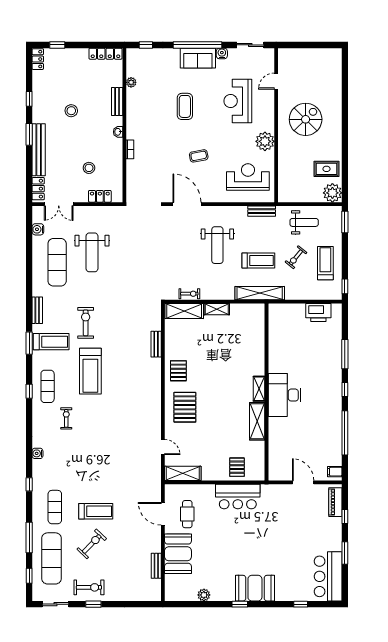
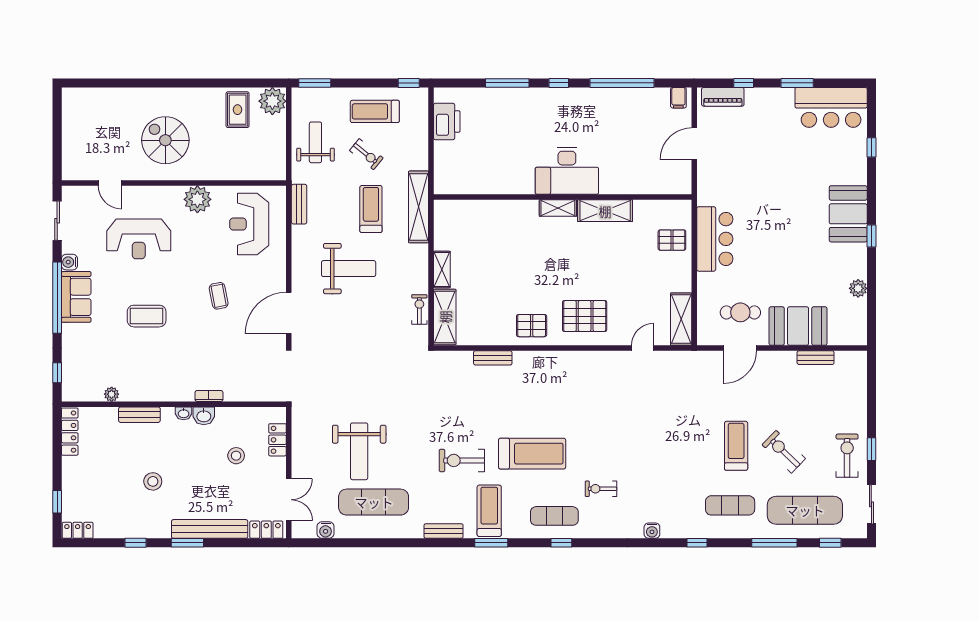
washbasin: (116, 146) -> (204, 416), added
weight bench: (92, 252) -> (359, 451), turned 90

